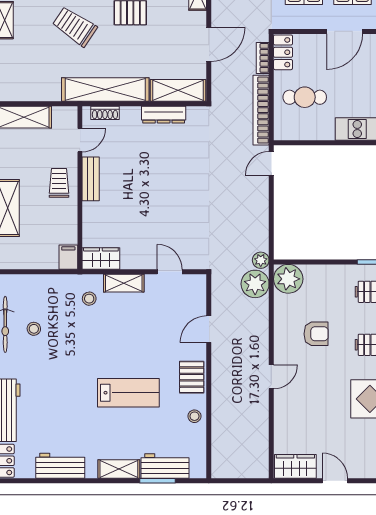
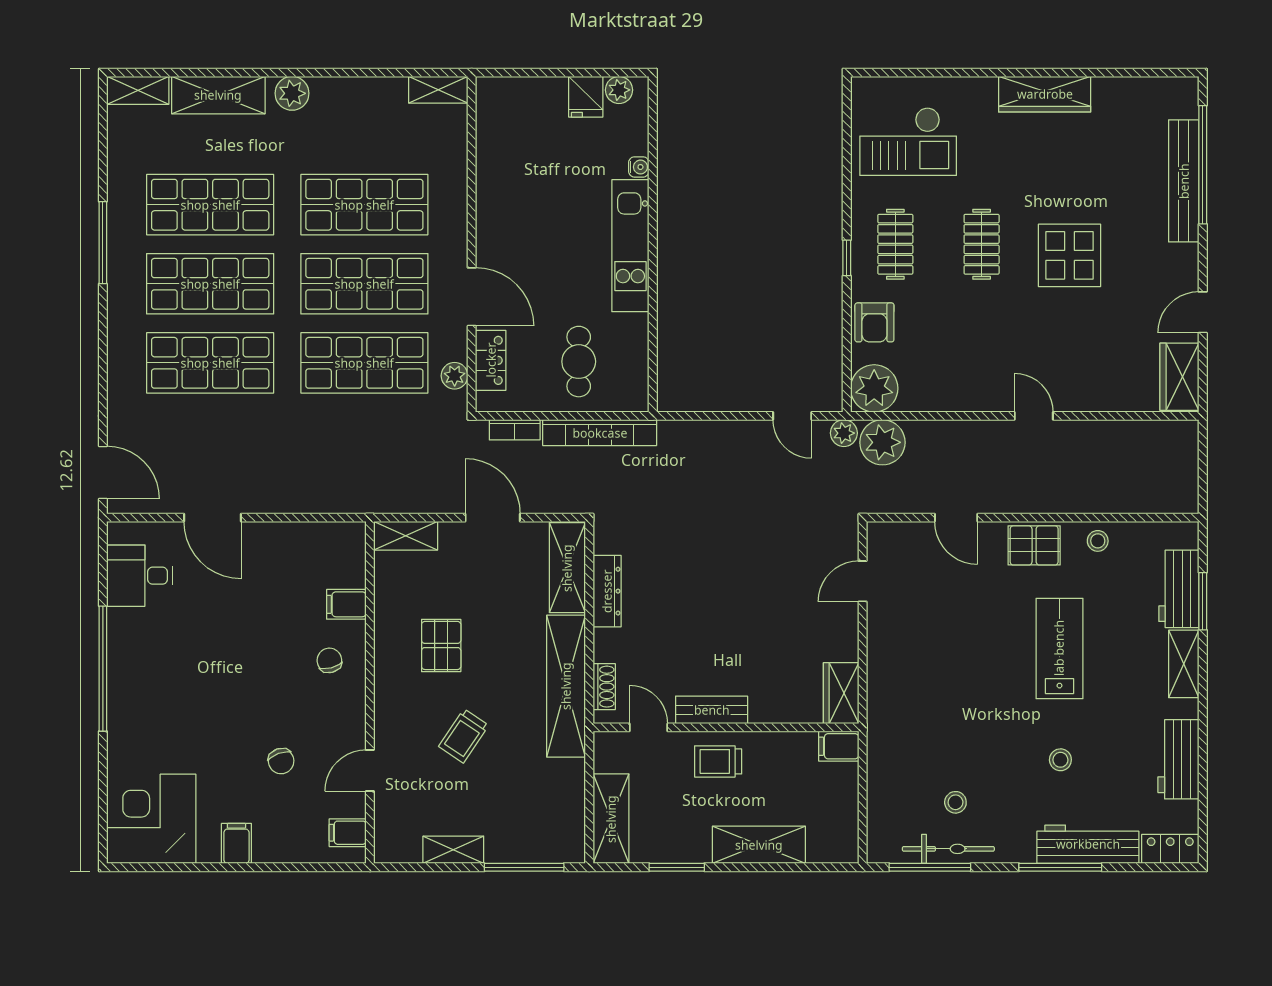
plant: (296, 21) -> (455, 376), added
trolley: (75, 27) -> (464, 736), width x0.73, depth x0.72
locker: (283, 52) -> (491, 360), moved, turned 90
door: (271, 163) -> (792, 416), moved
shelving: (124, 283) -> (881, 656), removed
stool: (89, 299) -> (1060, 760), moved
armchair: (316, 334) -> (874, 322), moved, turned 180

